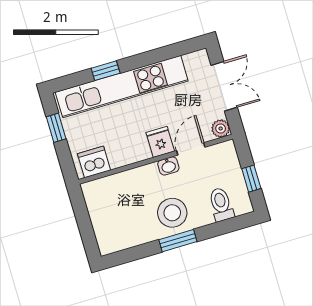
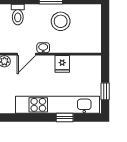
fridge: (160, 142) -> (62, 64), moved
dishwasher: (94, 162) -> (88, 64), removed
stool: (172, 213) -> (61, 21), moved

